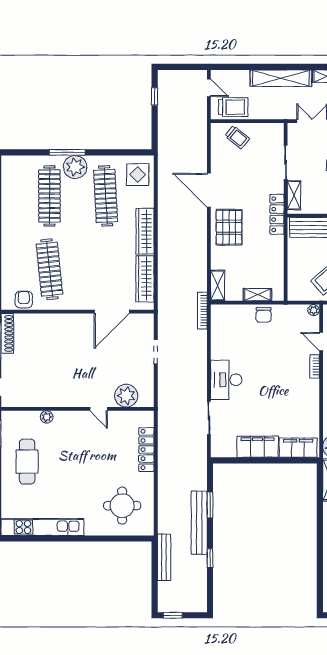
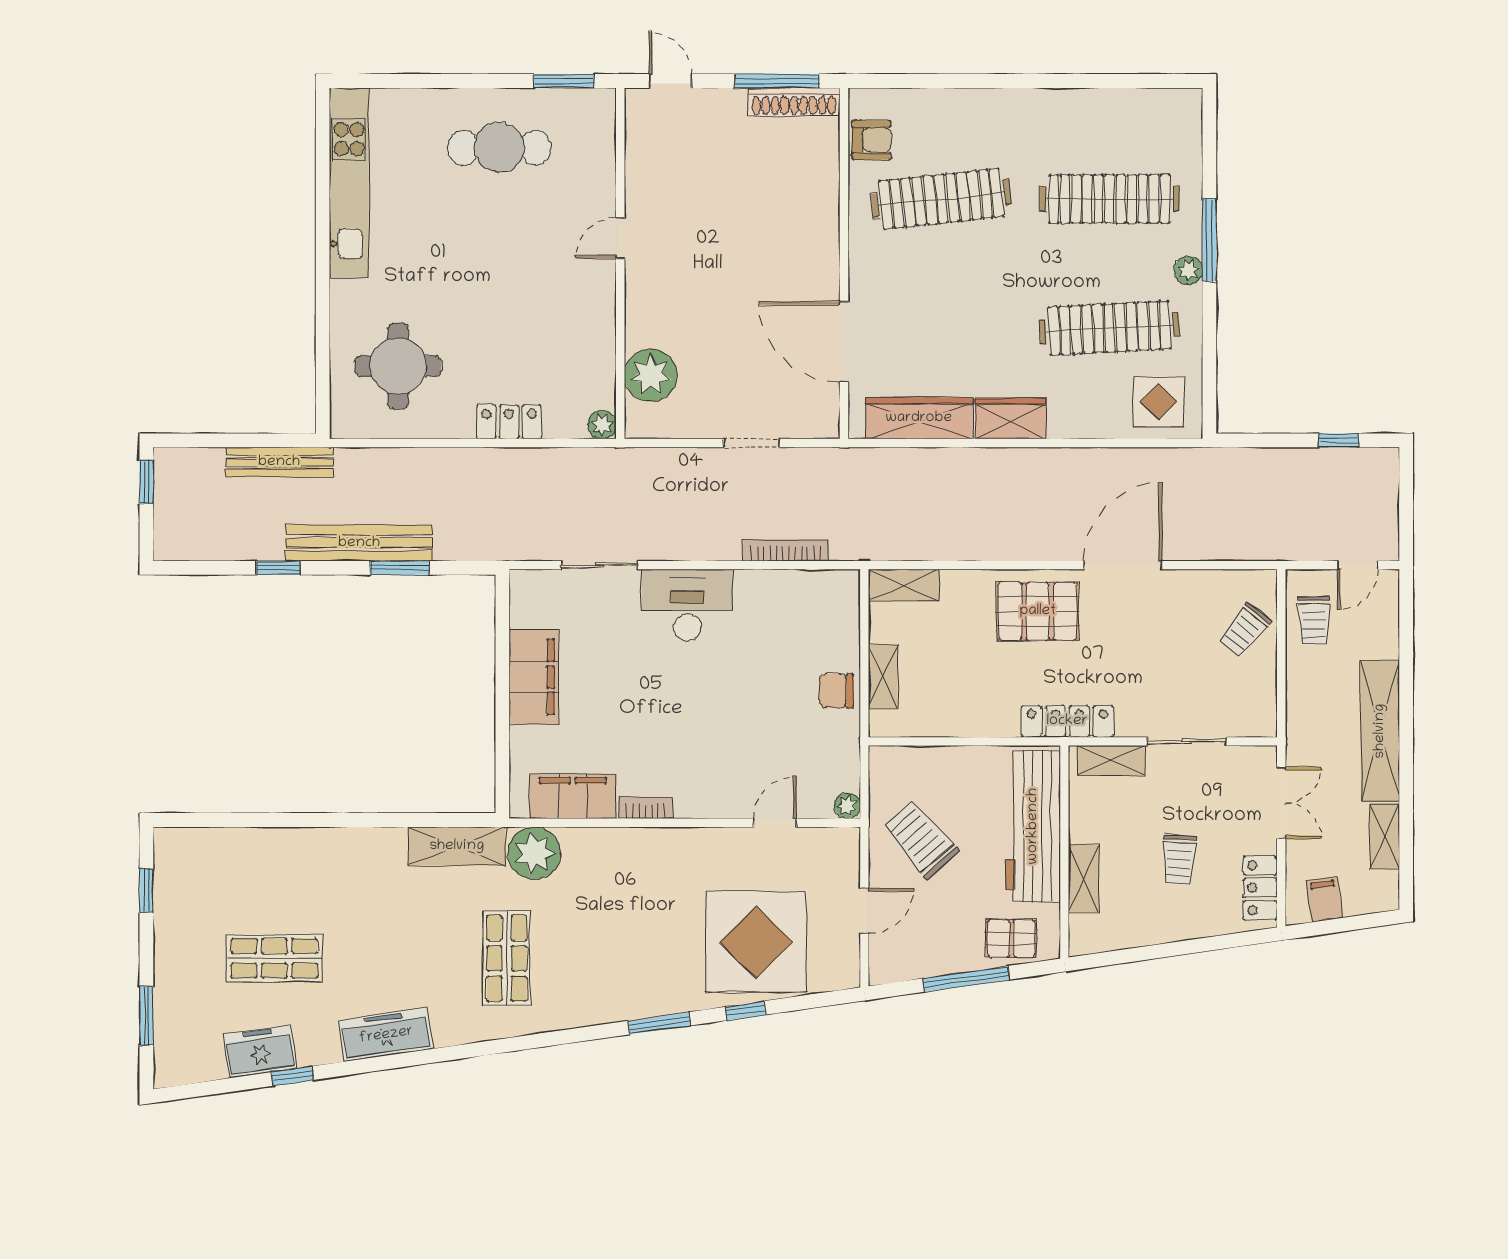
trolley: (233, 107) -> (1314, 621), width x0.73, depth x0.72
plant: (75, 167) -> (1188, 270), width x0.53, depth x0.53
wardrobe: (145, 231) -> (1011, 419), width x0.67
bookcase: (202, 311) -> (786, 550), moved
bookcase: (315, 366) -> (646, 808), moved
door: (99, 409) -> (620, 238), moved
plant: (47, 417) -> (602, 425), moved
filing cabinet: (298, 448) -> (573, 796), moved, turned -90
locker: (146, 450) -> (509, 422), width x0.66

